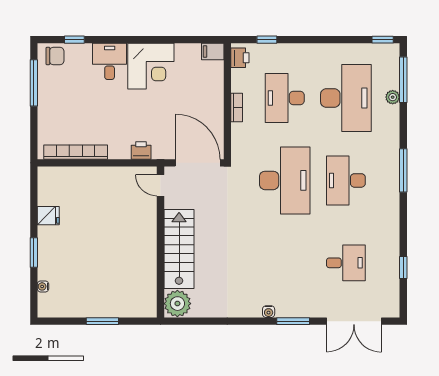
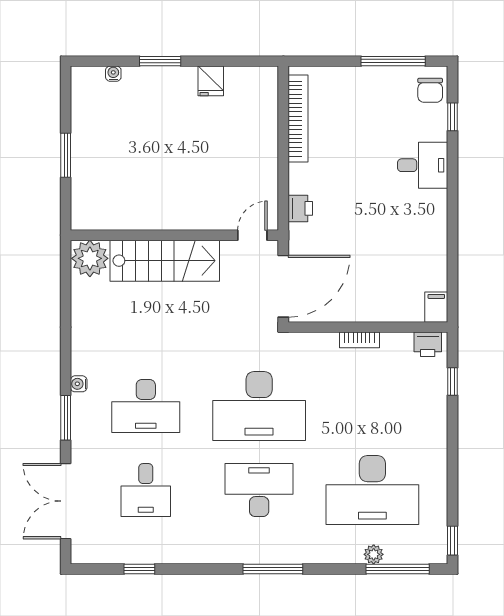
corner desk: (151, 66) -> (416, 222), removed
desk: (285, 98) -> (146, 406), moved, turned 180

